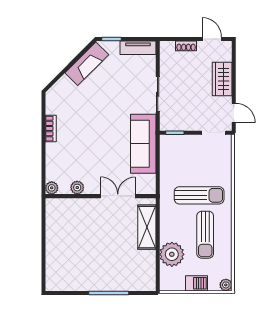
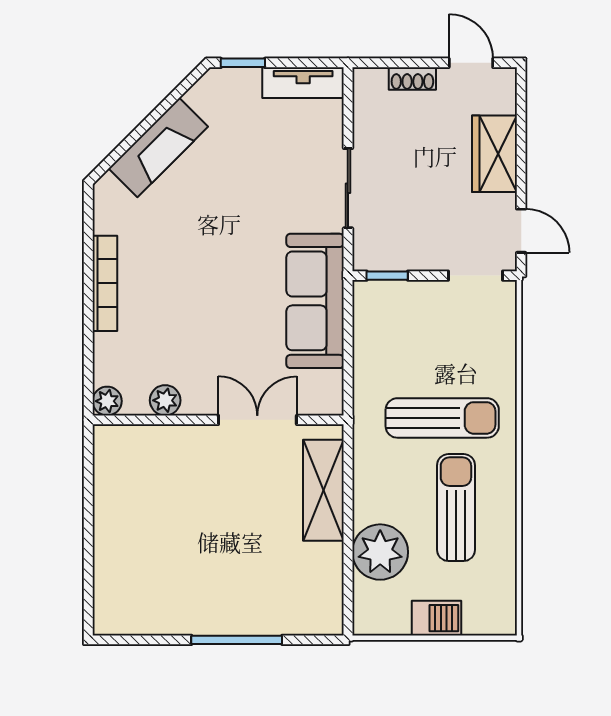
fireplace: (87, 64) -> (158, 148), moved
bookcase: (51, 129) -> (105, 283), width x1.56
sun lounger: (205, 235) -> (456, 508), turned 180
plant: (226, 285) -> (503, 622), removed

